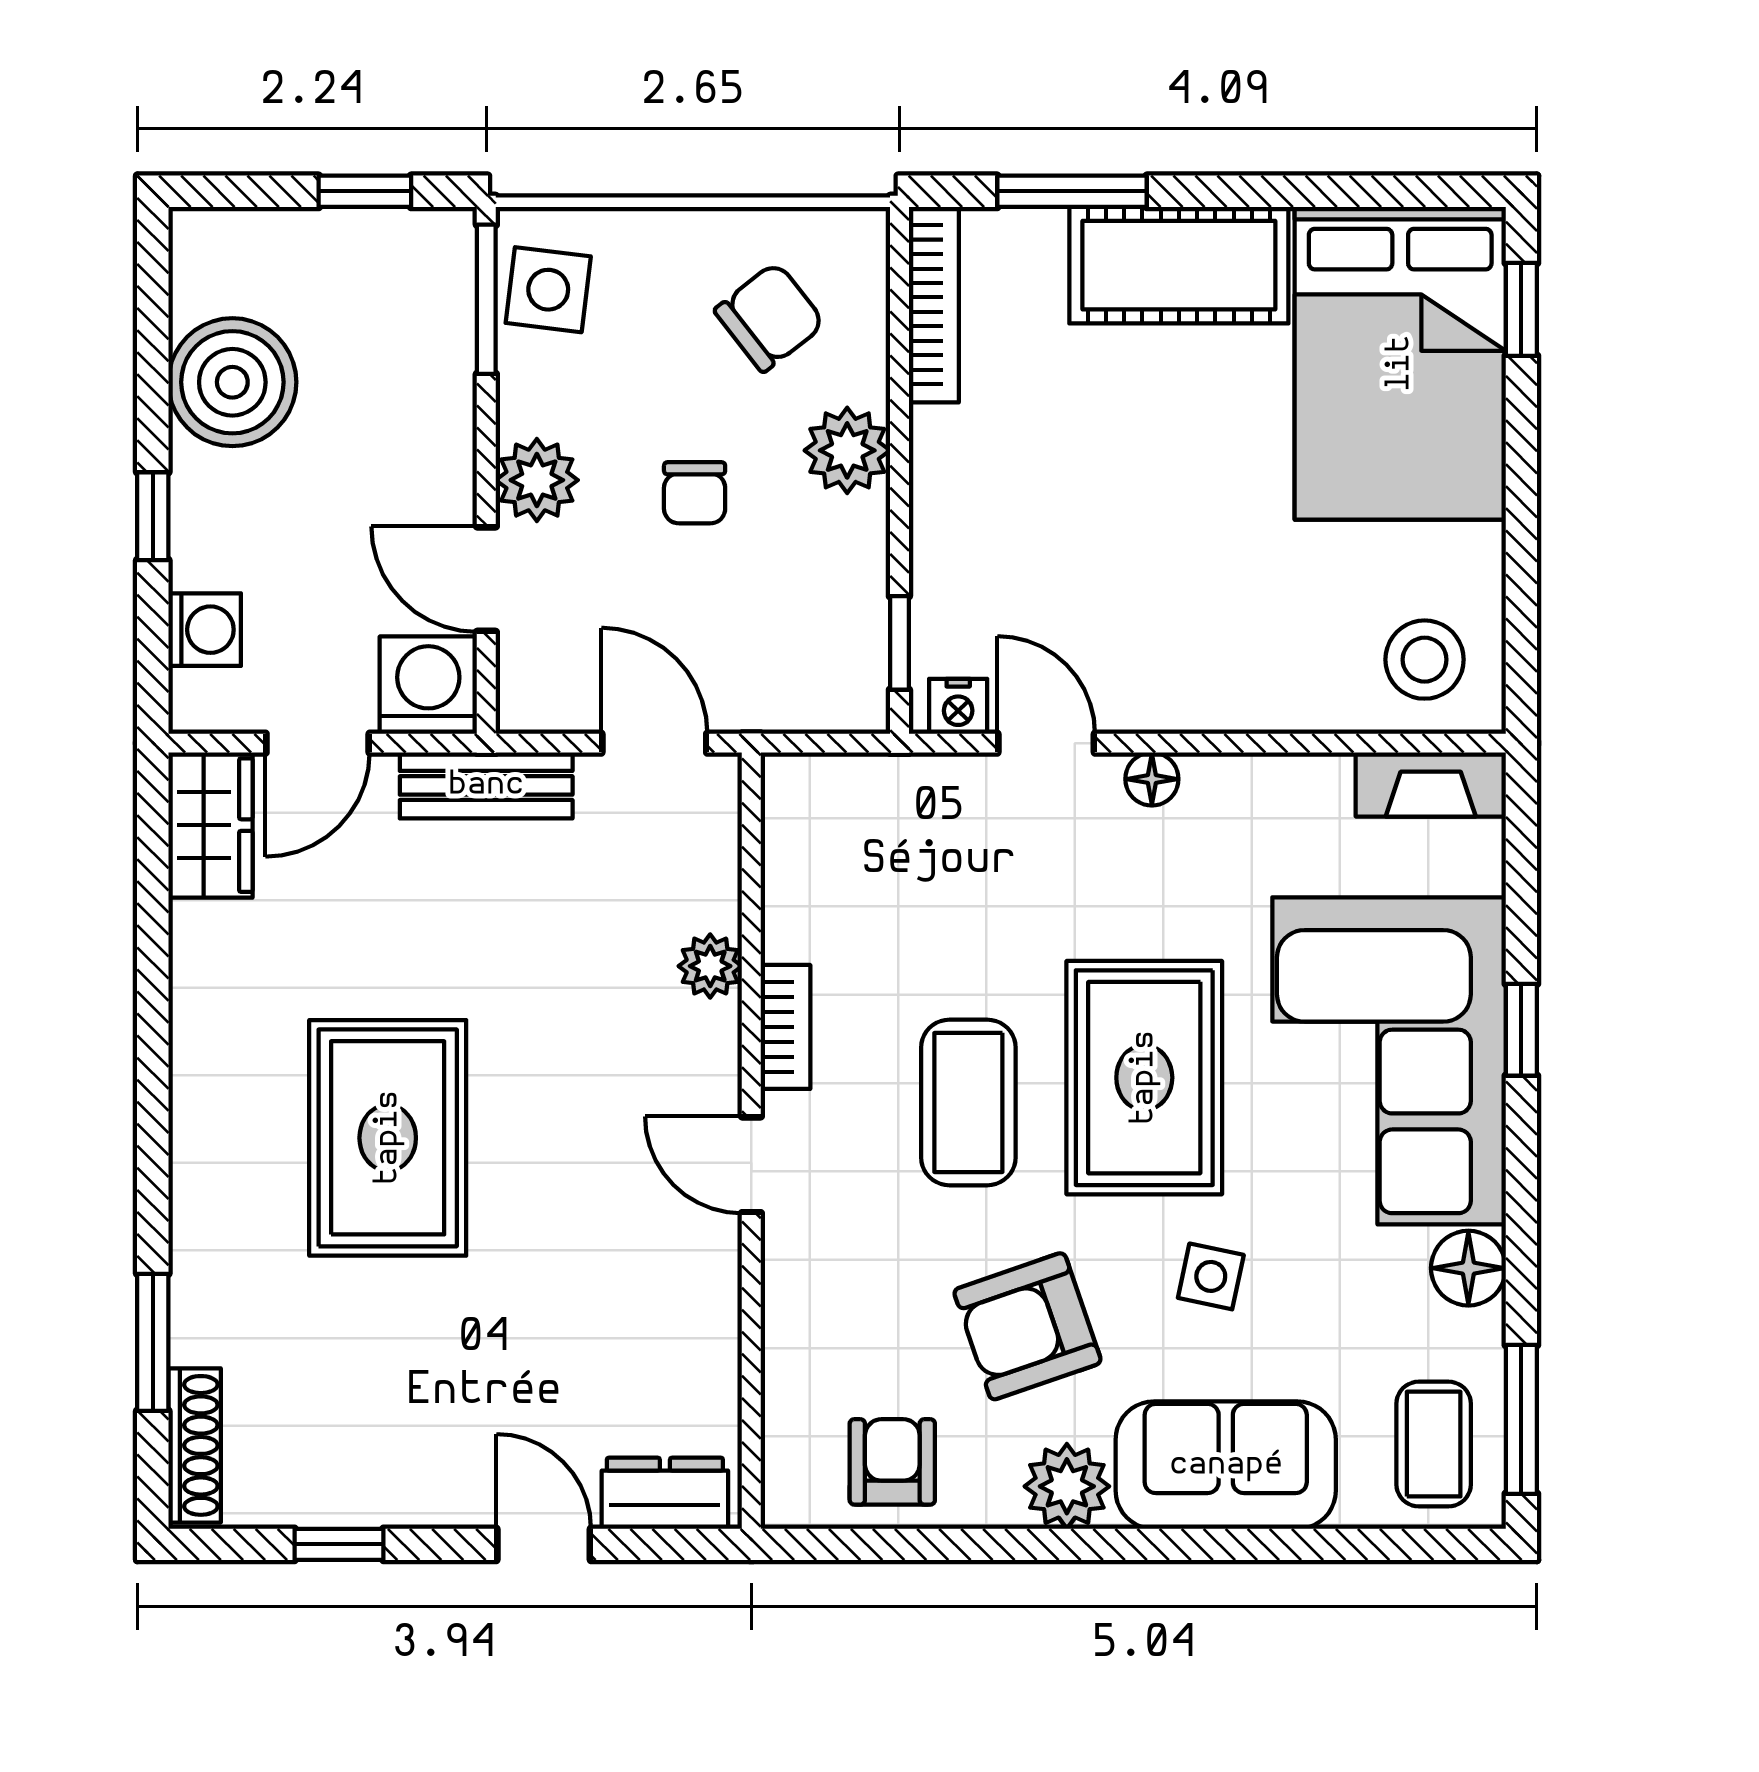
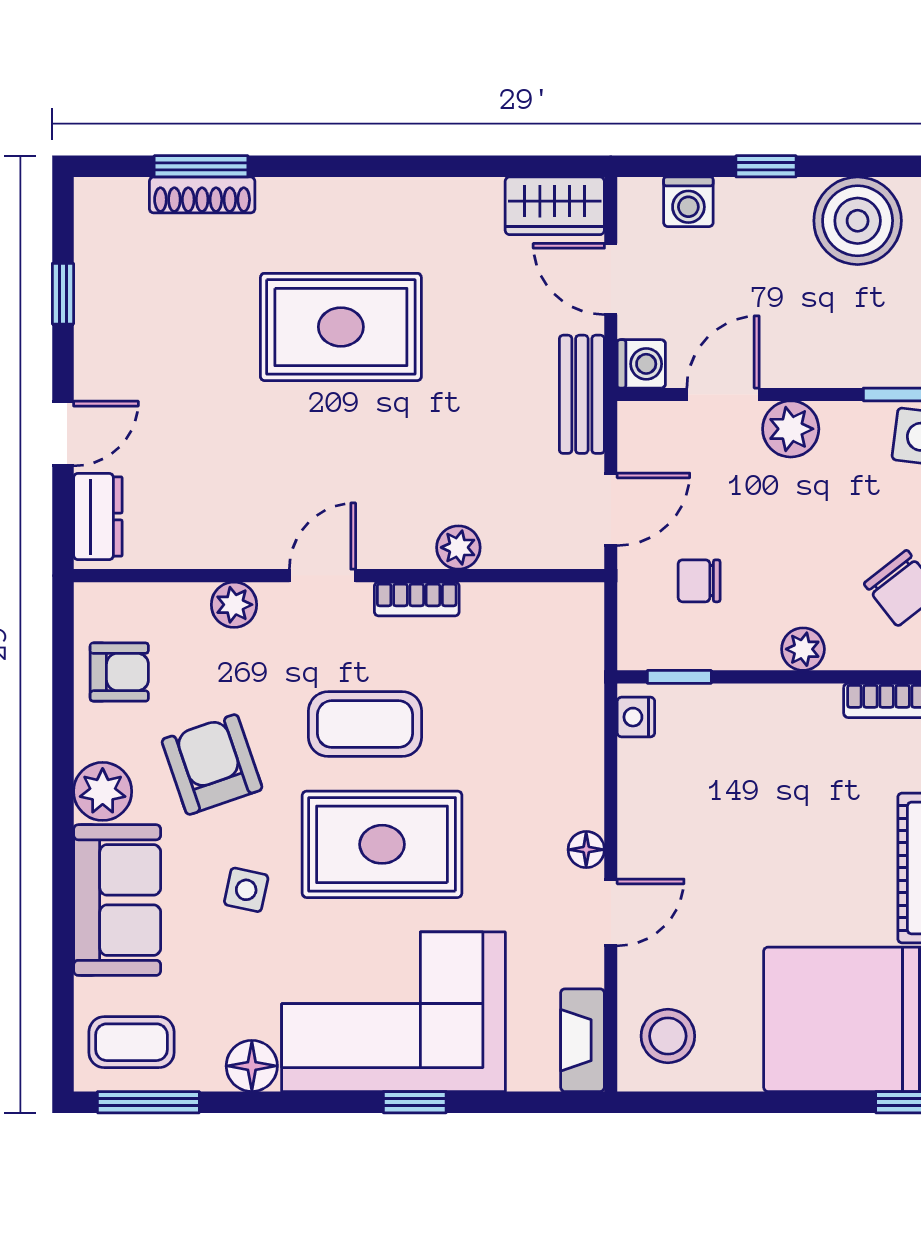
plant: (847, 450) -> (803, 649), width x0.73, depth x0.73
chair: (695, 493) -> (699, 581), moved
washing machine: (428, 685) -> (641, 364), width x0.73, depth x0.73
door: (1046, 743) -> (611, 912), moved
plant: (794, 1294) -> (234, 605), added
shoe rack: (195, 1445) -> (202, 195), moved

